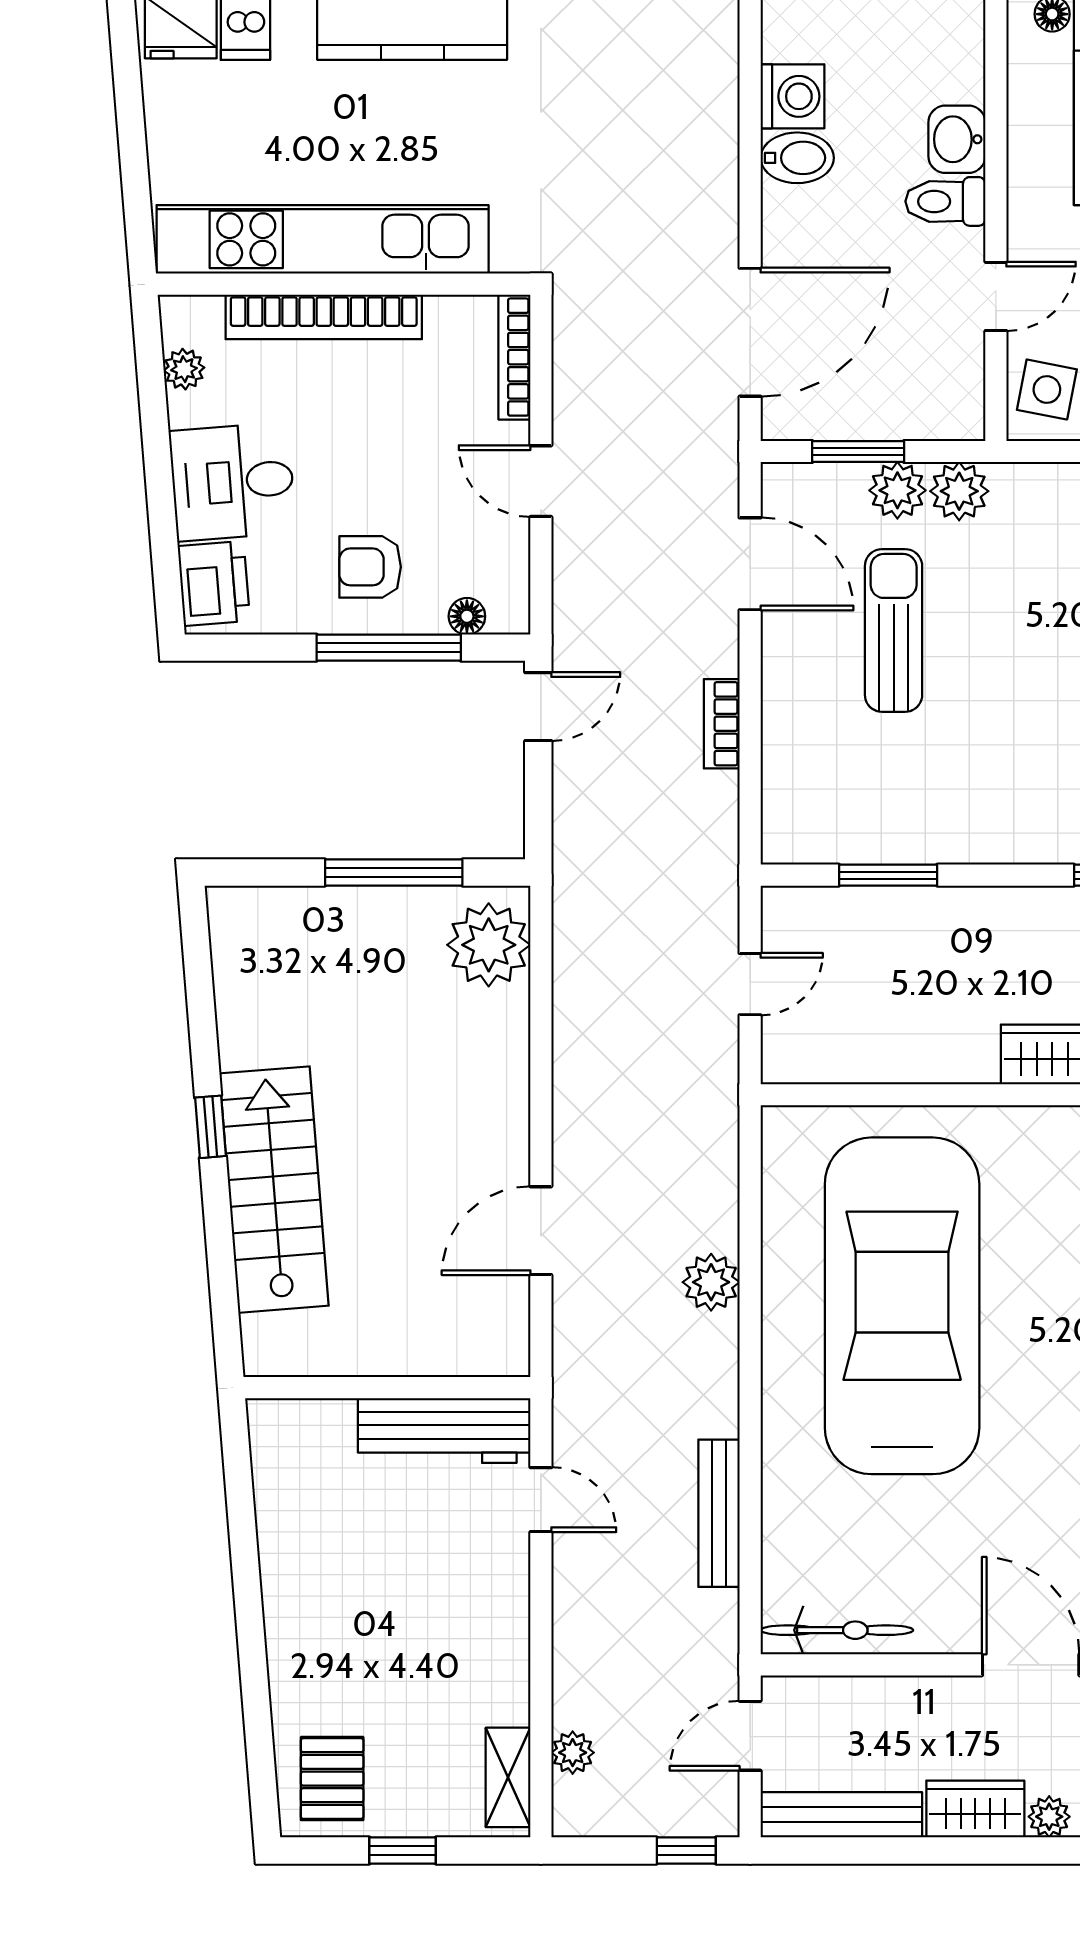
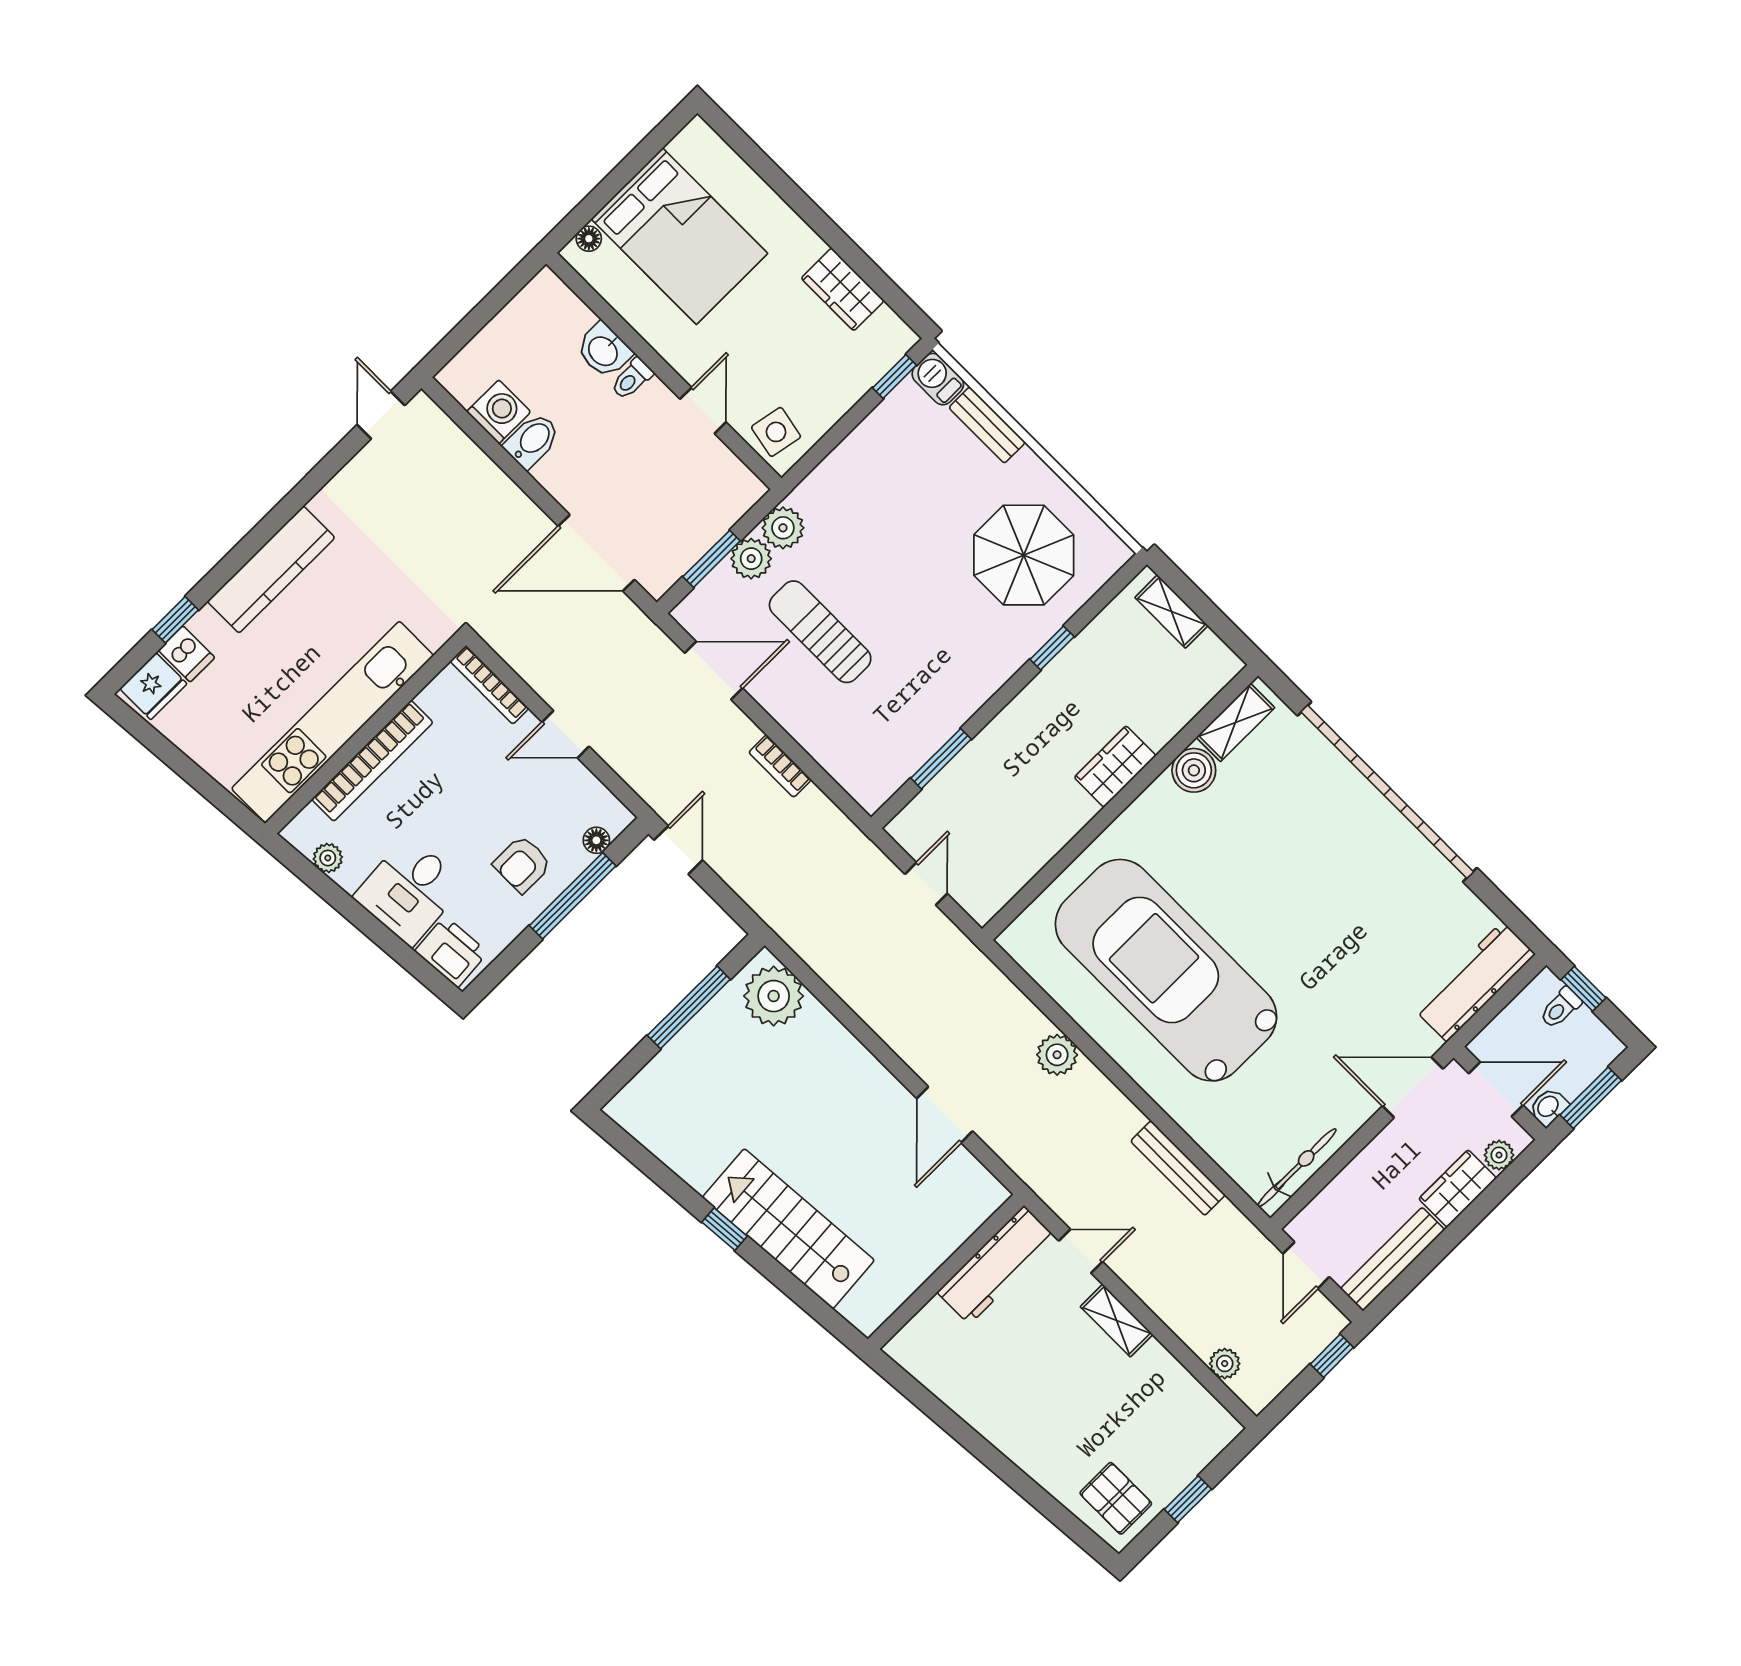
toilet: (945, 201) -> (632, 379), width x0.73, depth x0.72
door: (750, 332) -> (596, 553), swing flipped
shelving: (508, 1777) -> (1117, 1321), moved

